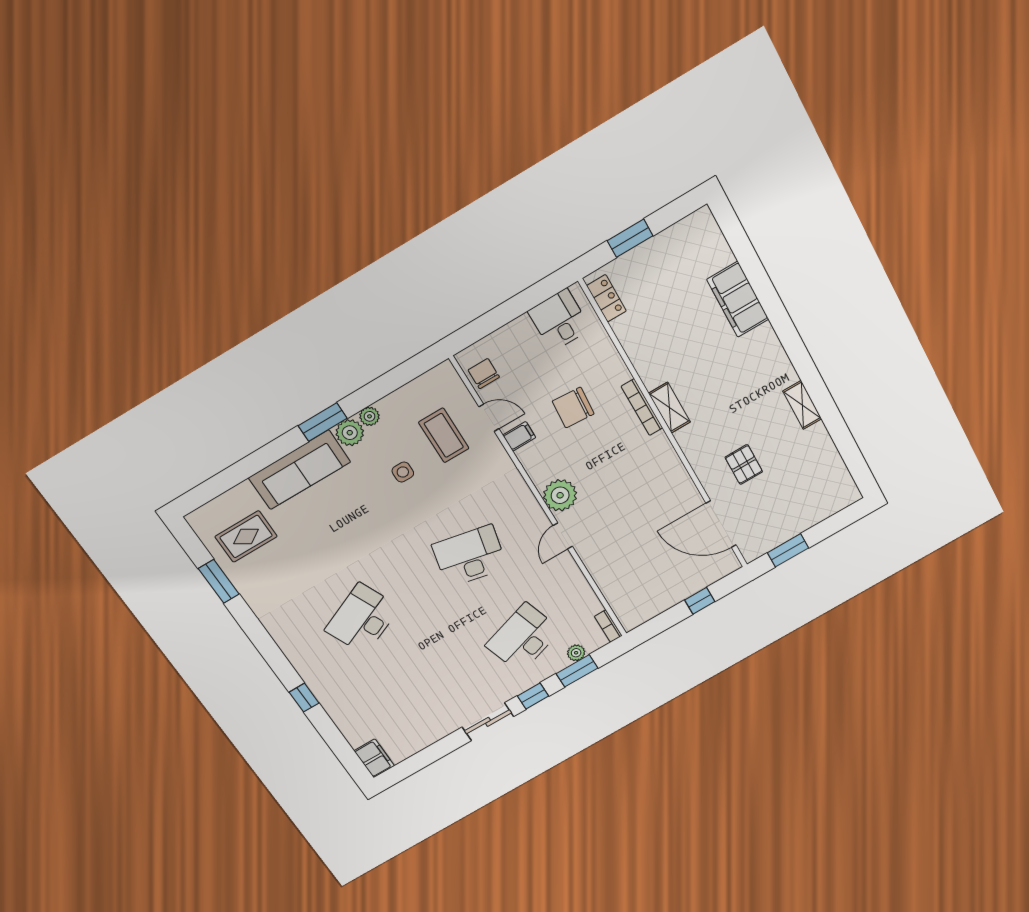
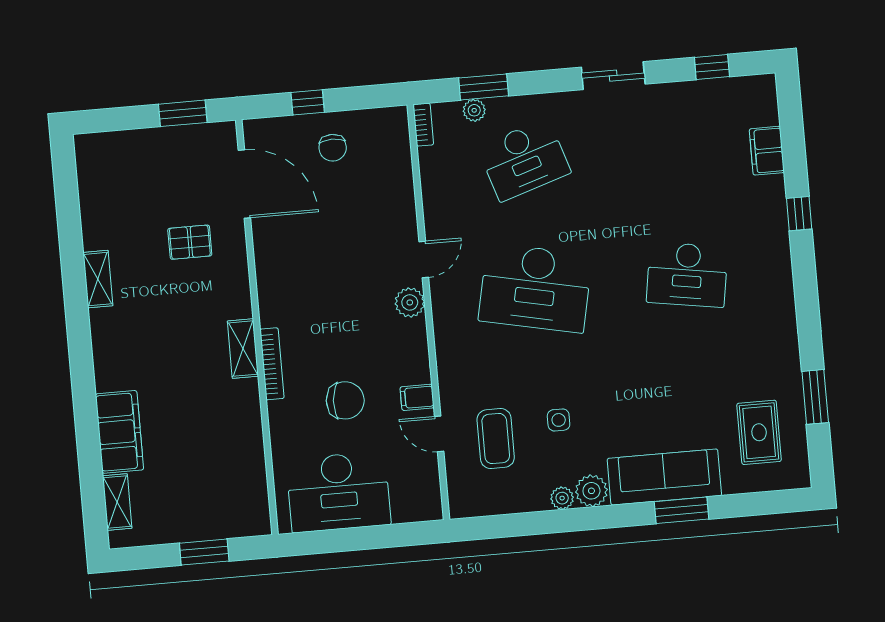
shelving: (717, 244) -> (117, 502), added
locker: (607, 298) -> (257, 501), removed
desk: (559, 320) -> (338, 492), width x1.87, depth x1.30
chair: (484, 374) -> (333, 148), moved
window: (323, 422) -> (681, 510), moved
pallet: (744, 464) -> (190, 242), turned 90
plant: (560, 495) -> (410, 302), width x0.73, depth x0.73
rug: (246, 536) -> (759, 432), turned 90
desk: (470, 556) -> (535, 288), width x1.36, depth x1.30
desk: (362, 619) -> (687, 275), turned 33
window: (533, 696) -> (712, 67), moved
filing cabinet: (374, 758) -> (767, 151), moved

